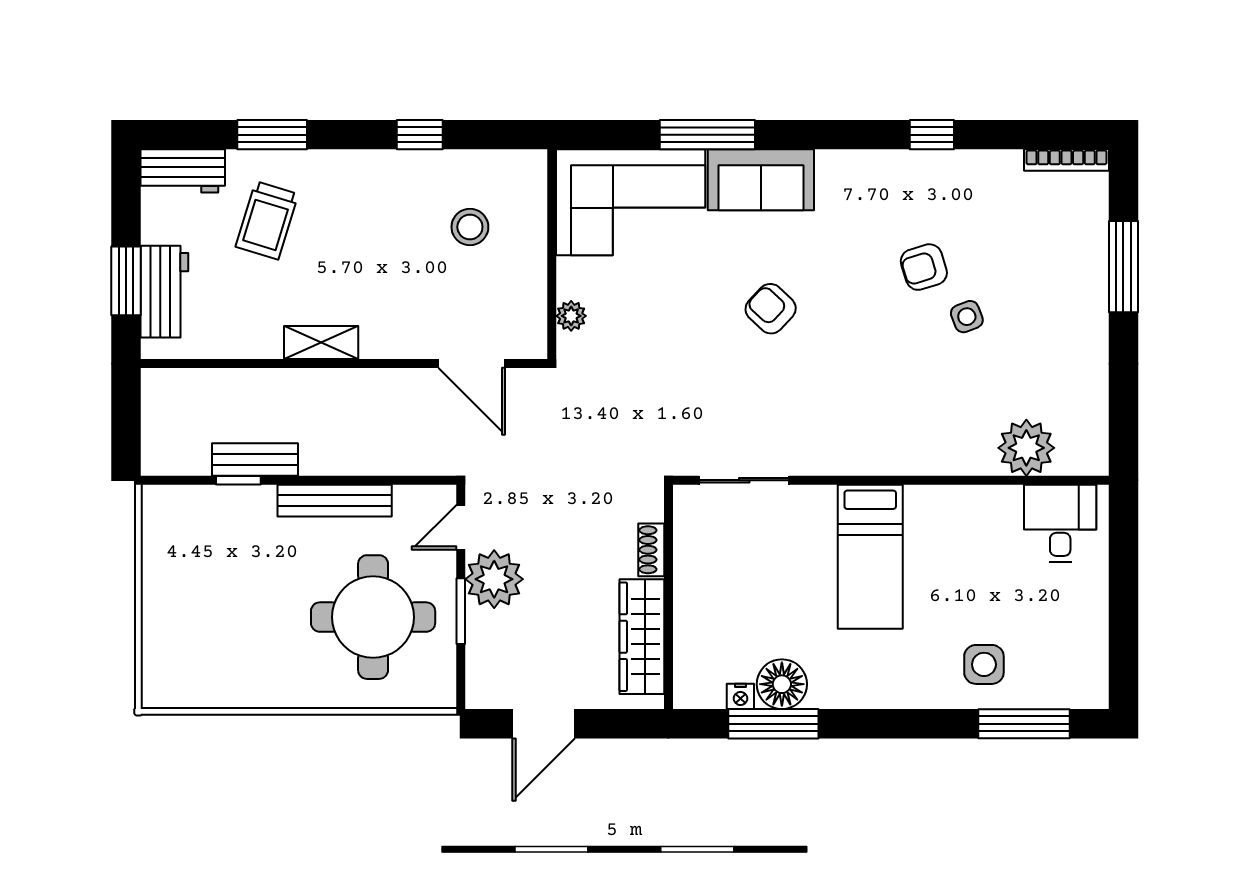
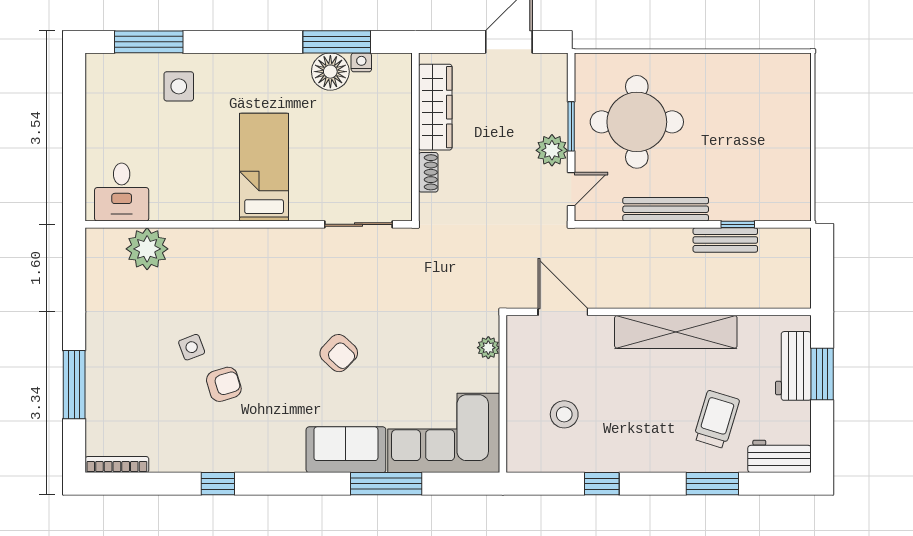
shelving: (321, 343) -> (676, 332), width x2.20, depth x1.33
plant: (494, 579) -> (552, 150), width x0.73, depth x0.73

